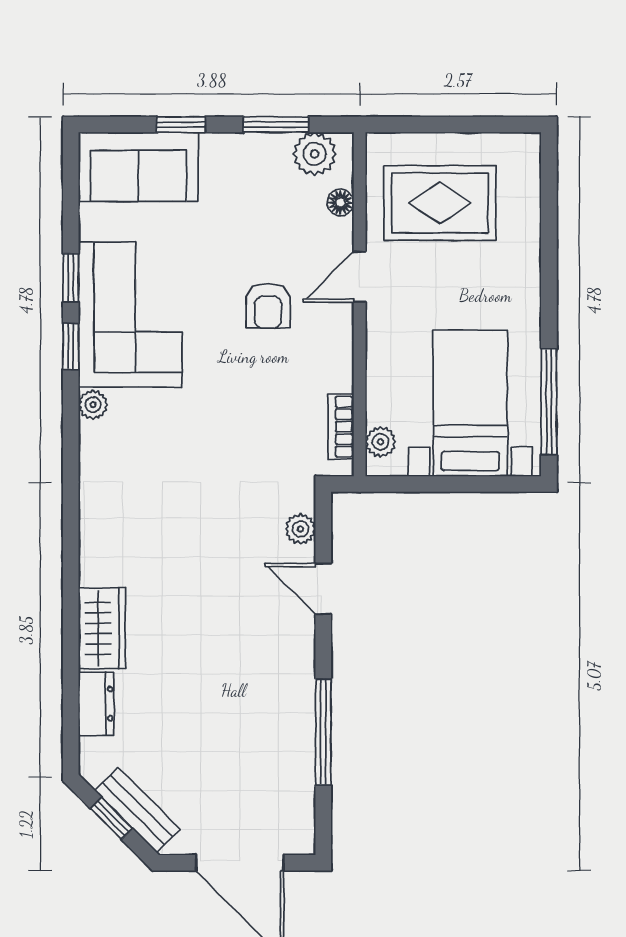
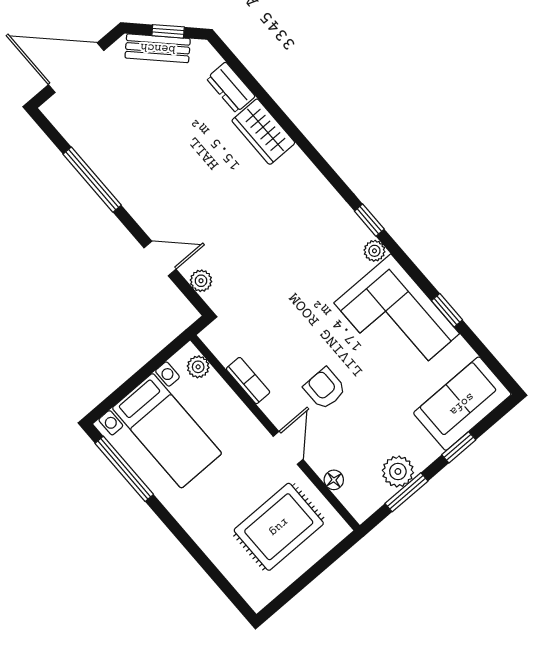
plant: (315, 154) -> (398, 471), moved
window: (71, 346) -> (369, 220), moved
bookcase: (341, 427) -> (248, 381), moved

